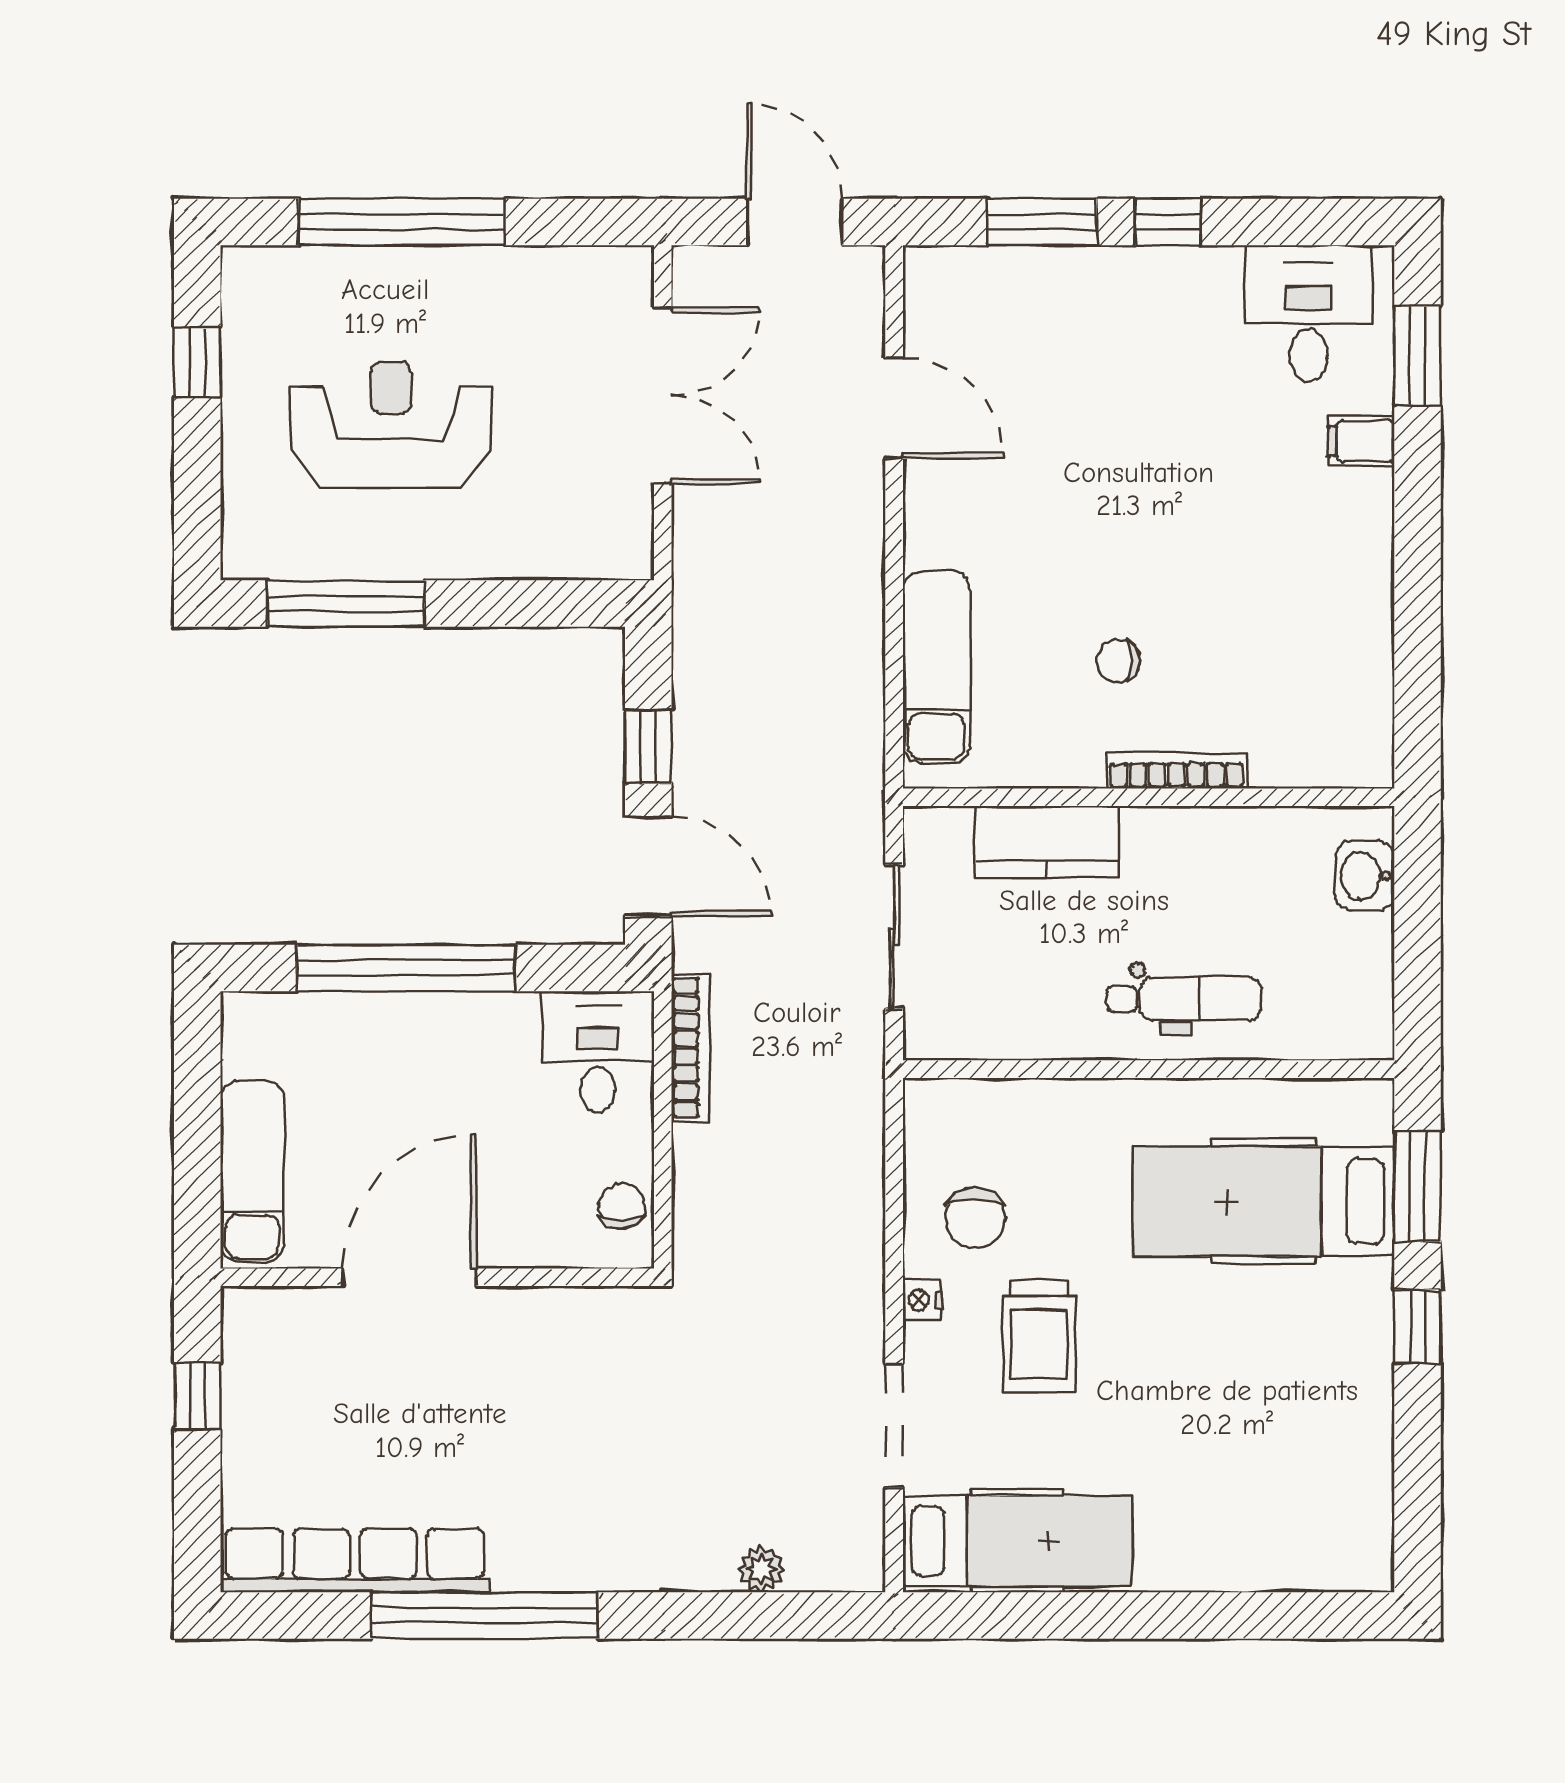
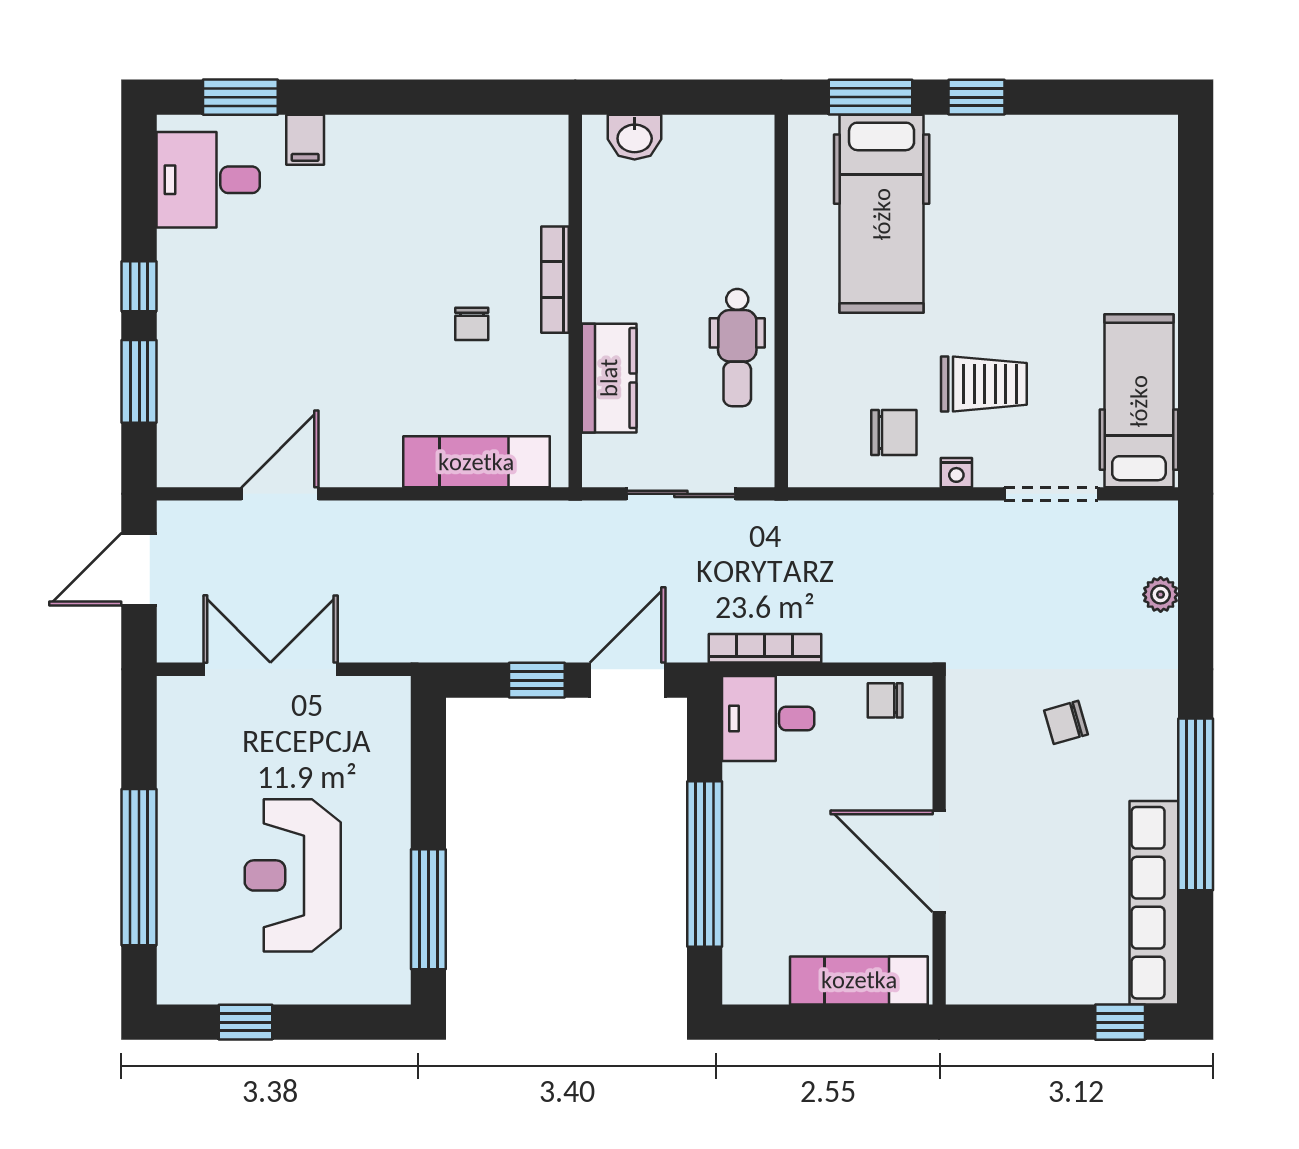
dental chair: (1184, 999) -> (737, 348), moved, turned 180
window: (197, 1396) -> (1120, 1022), moved
chair: (593, 1445) -> (1066, 722), added

